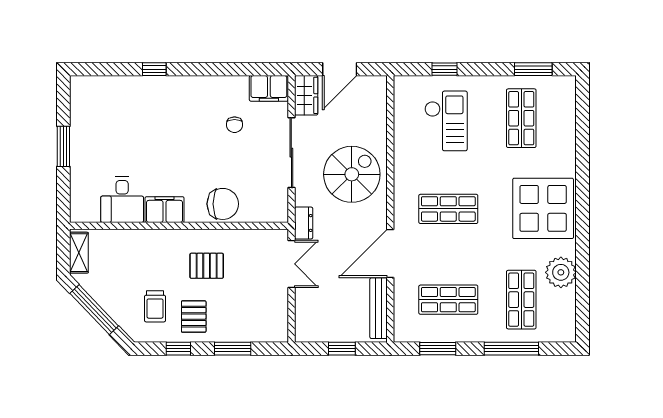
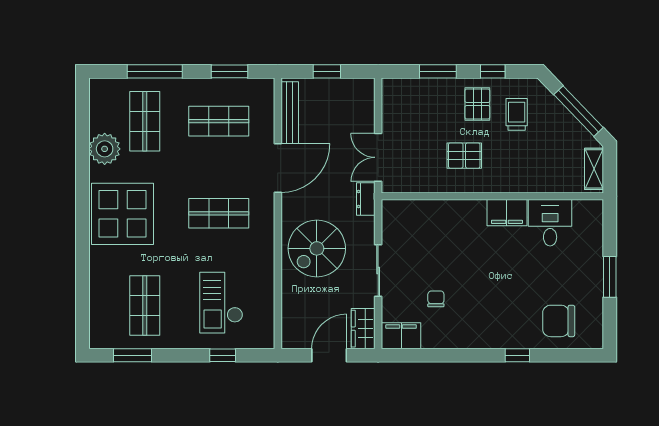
sliding door: (291, 153) -> (378, 271), width x0.73
chair: (223, 204) -> (559, 321), moved

